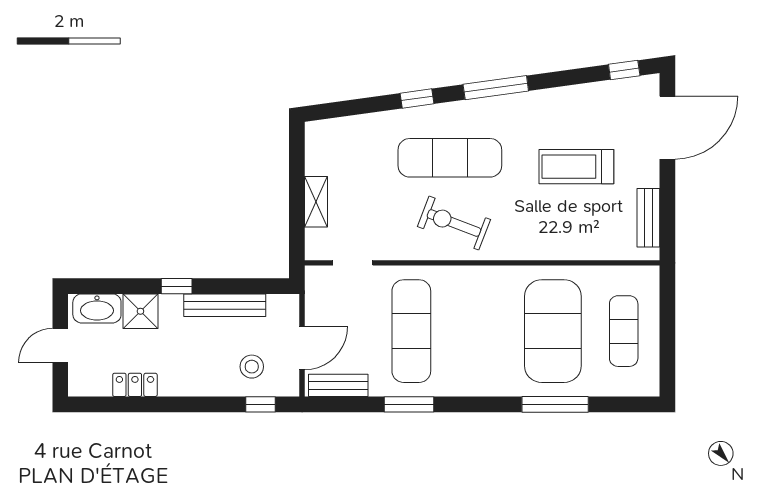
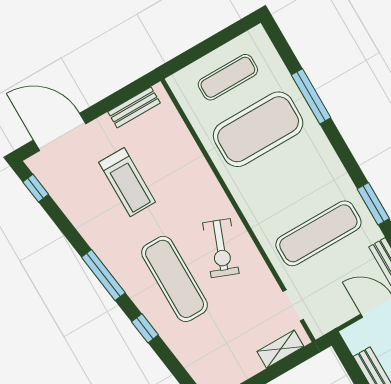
shelving: (316, 202) -> (280, 349), moved

